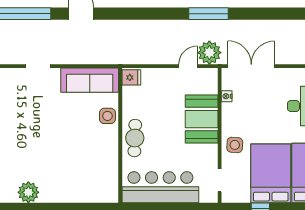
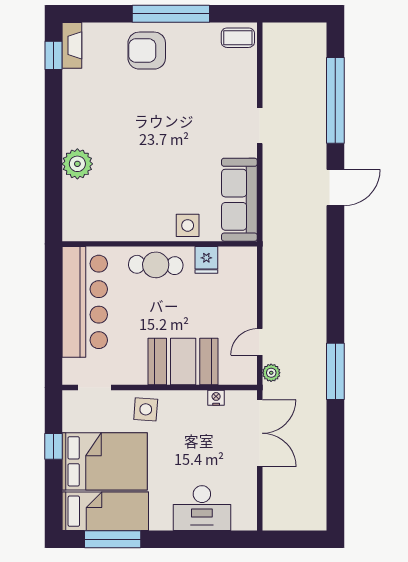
plant: (209, 53) -> (271, 373), width x0.53, depth x0.53
door: (188, 66) -> (260, 342), swing flipped
fridge: (131, 77) -> (206, 260), moved
plant: (28, 192) -> (77, 164), moved

